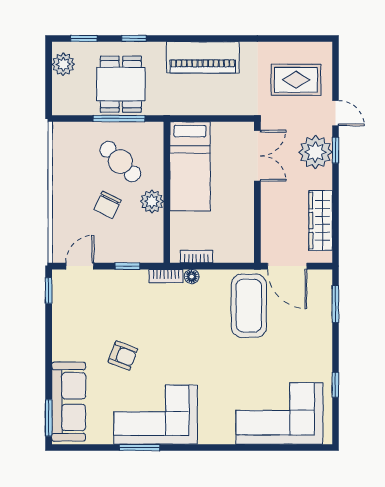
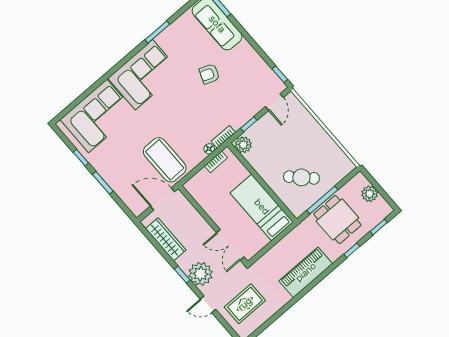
plant: (63, 64) -> (370, 194), moved
window: (335, 150) -> (182, 275), moved
plant: (152, 201) -> (243, 145), moved
chair: (108, 205) -> (288, 148), removed
window: (335, 304) -> (103, 183), moved
corner sofa: (156, 415) -> (144, 75), moved

